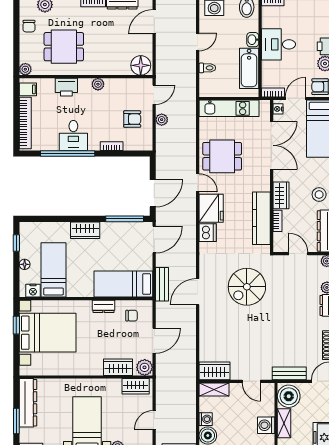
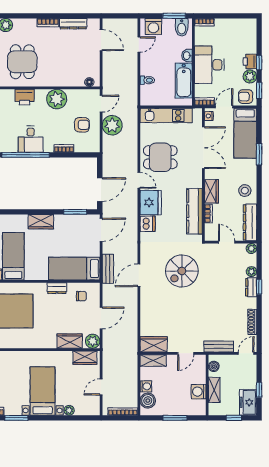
door: (154, 22) -> (101, 40), swing flipped
door: (198, 42) -> (139, 45), moved
desk: (278, 44) -> (209, 65), width x1.37
dining table: (64, 47) -> (22, 62), turned 90
floor lamp: (141, 65) -> (89, 82), width x0.53, depth x0.53
plant: (98, 84) -> (57, 99), width x1.88, depth x1.88
plant: (162, 120) -> (112, 125), width x1.88, depth x1.88
window: (125, 219) -> (75, 212), width x0.69
door: (251, 381) -> (186, 353), hinge flipped
boiler: (289, 396) -> (214, 366), width x0.54, depth x0.54

